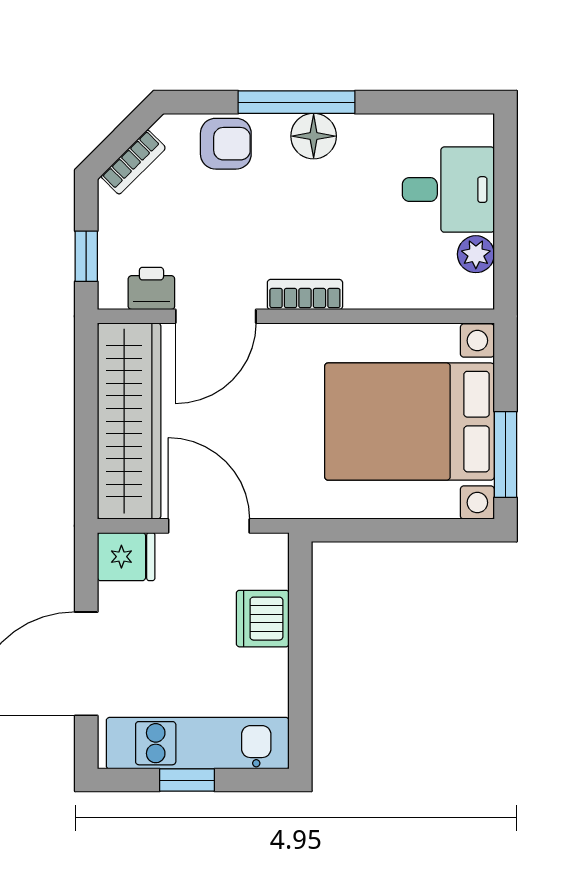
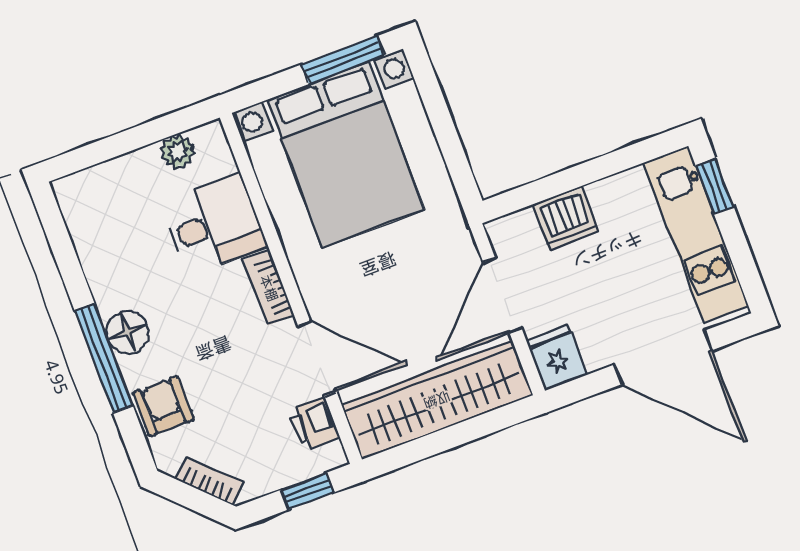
desk: (448, 190) -> (214, 225), moved, turned 90
window: (187, 780) -> (715, 186), moved

